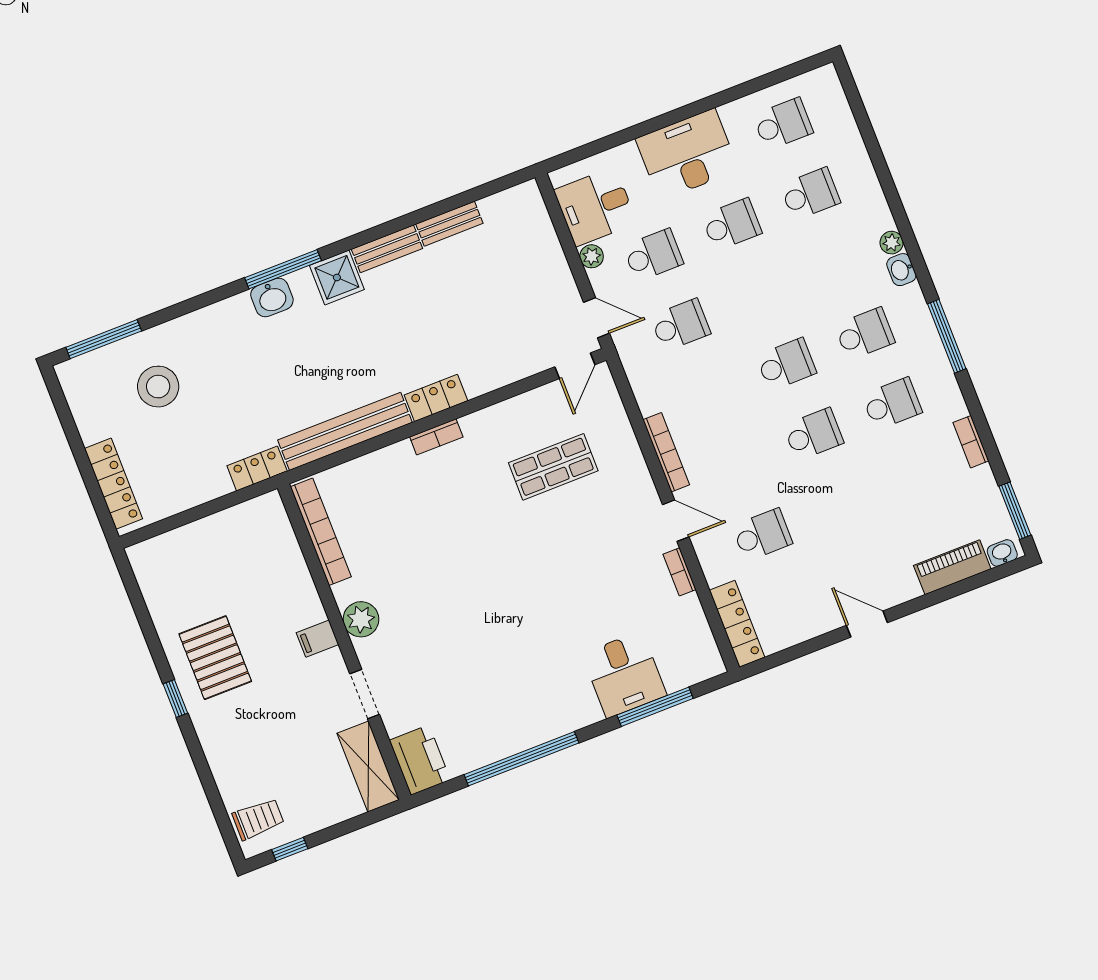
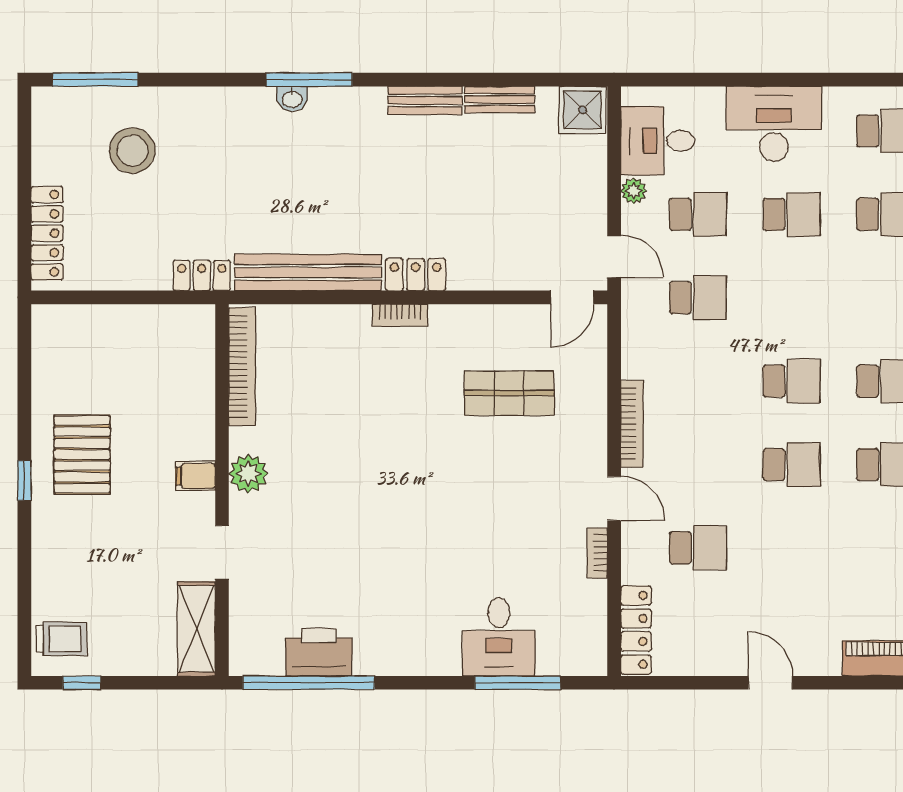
shower: (337, 277) -> (583, 110), moved
washbasin: (272, 298) -> (292, 99), width x0.72, depth x0.69
window: (521, 759) -> (309, 683), moved
printer: (420, 760) -> (319, 652), moved, turned -90

